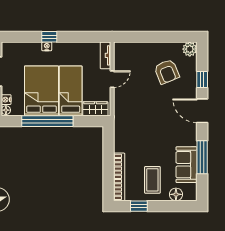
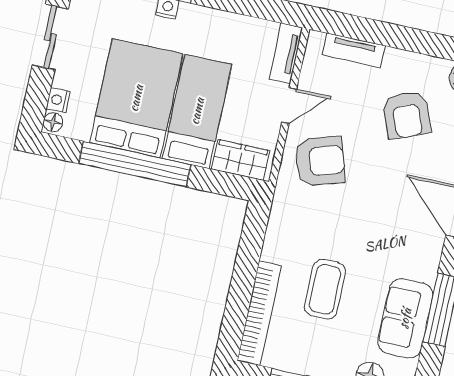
tv unit: (136, 47) -> (354, 50), added
armchair: (132, 101) -> (320, 161), added
coffee table: (152, 180) -> (325, 289), moved

